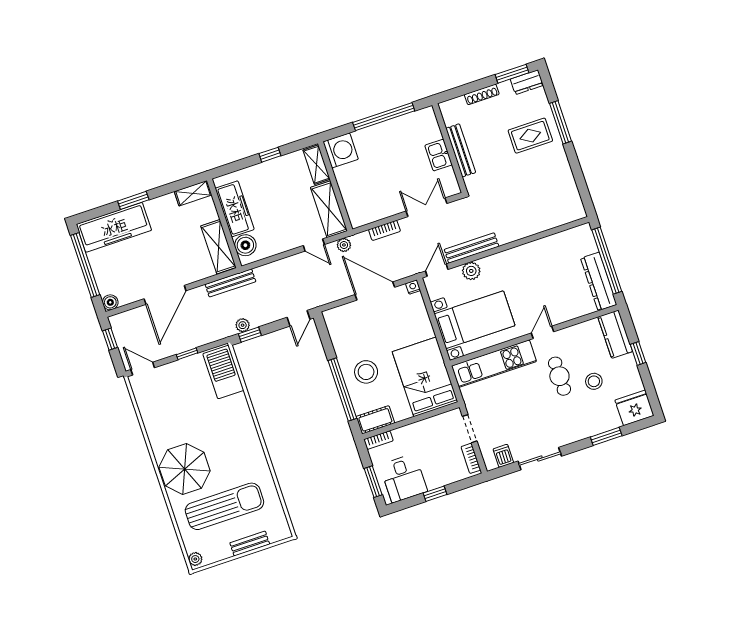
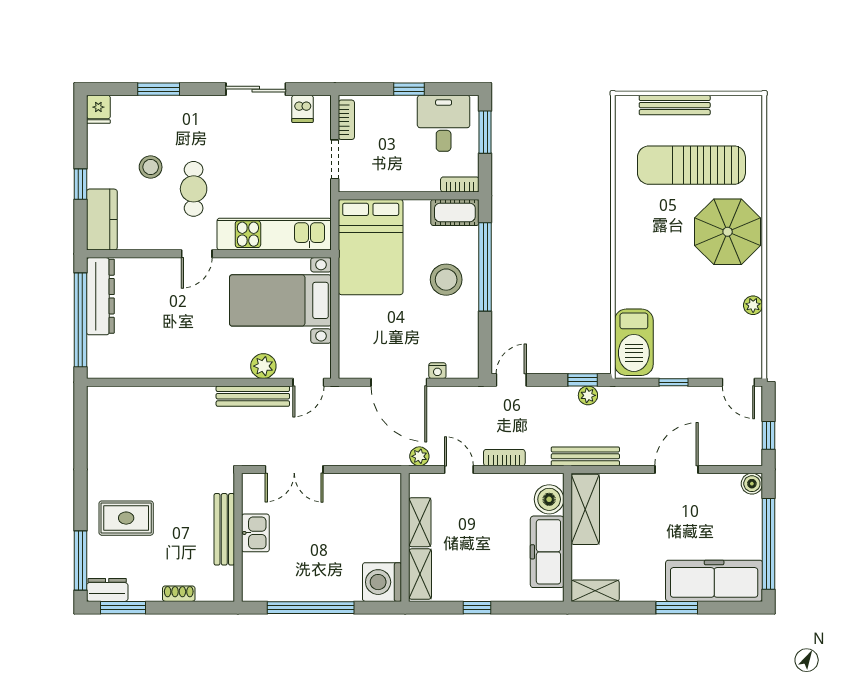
shoe rack: (482, 94) -> (179, 594), width x0.70
window: (561, 122) -> (80, 560), moved
shelving: (329, 209) -> (420, 522), width x0.67, depth x0.75
bookcase: (384, 230) -> (504, 458), moved
nightstand: (413, 287) -> (437, 371), moved
door: (165, 295) -> (676, 469), width x0.73
fridge: (634, 408) -> (98, 109), width x0.53, depth x0.75
bench: (250, 544) -> (675, 105), width x1.36
plant: (195, 559) -> (753, 305), moved

